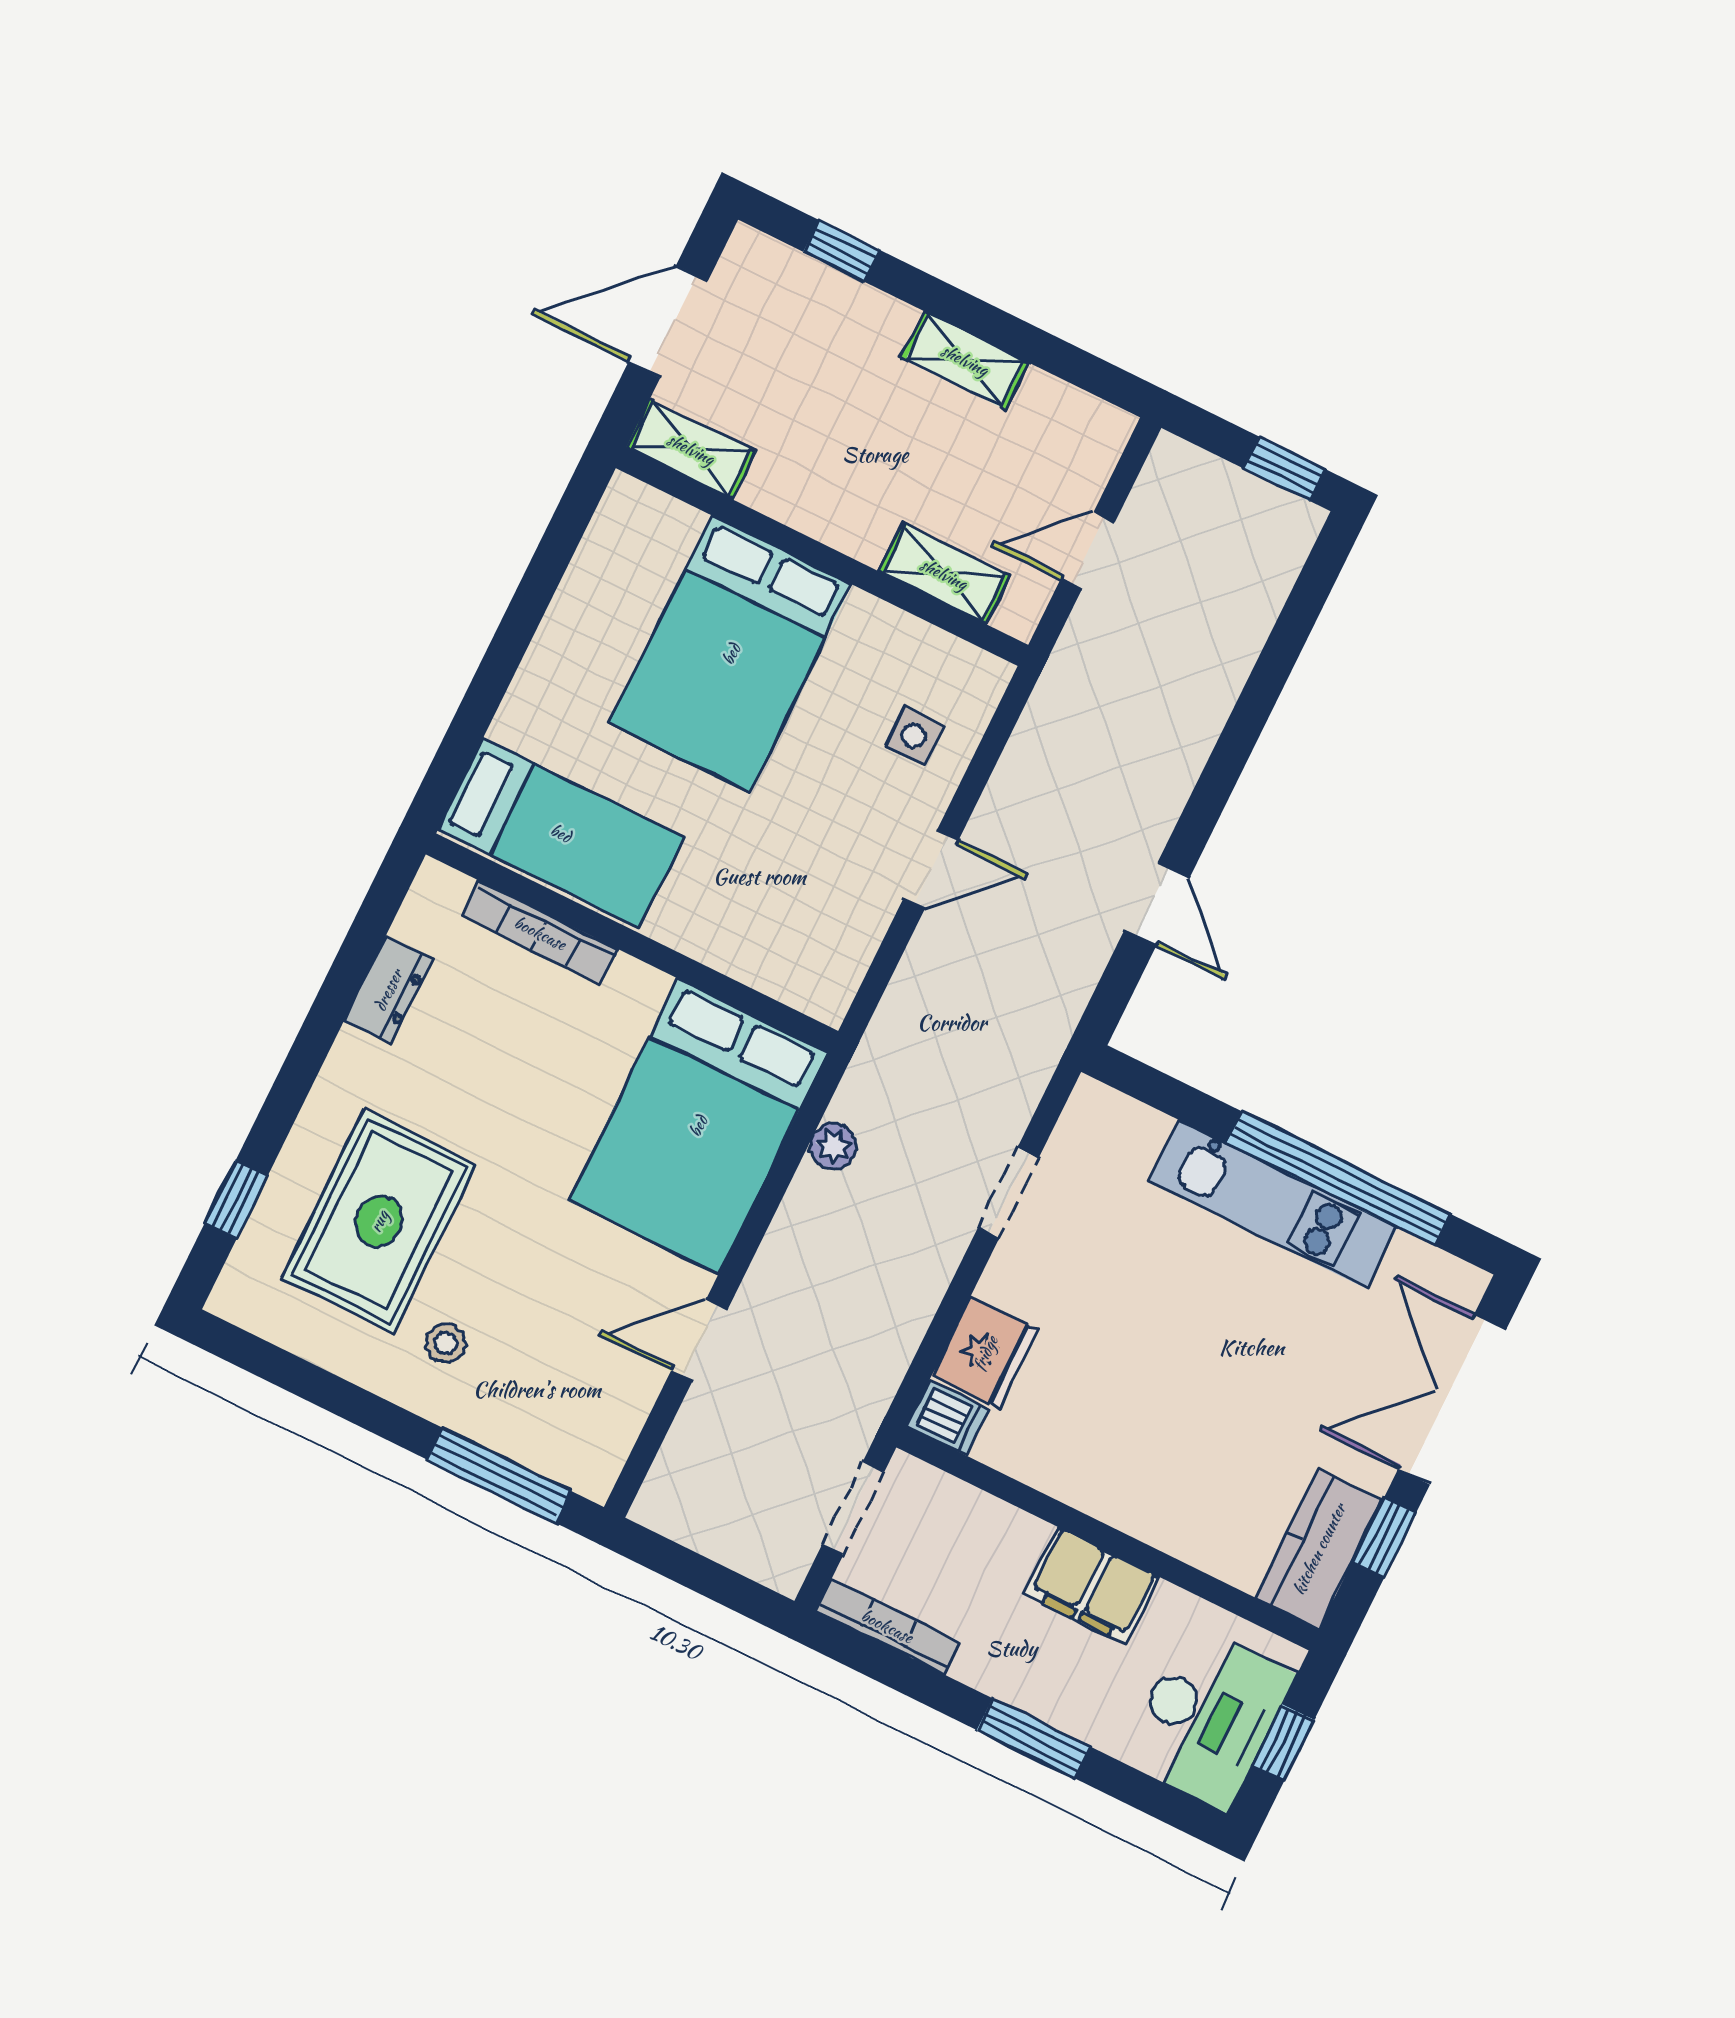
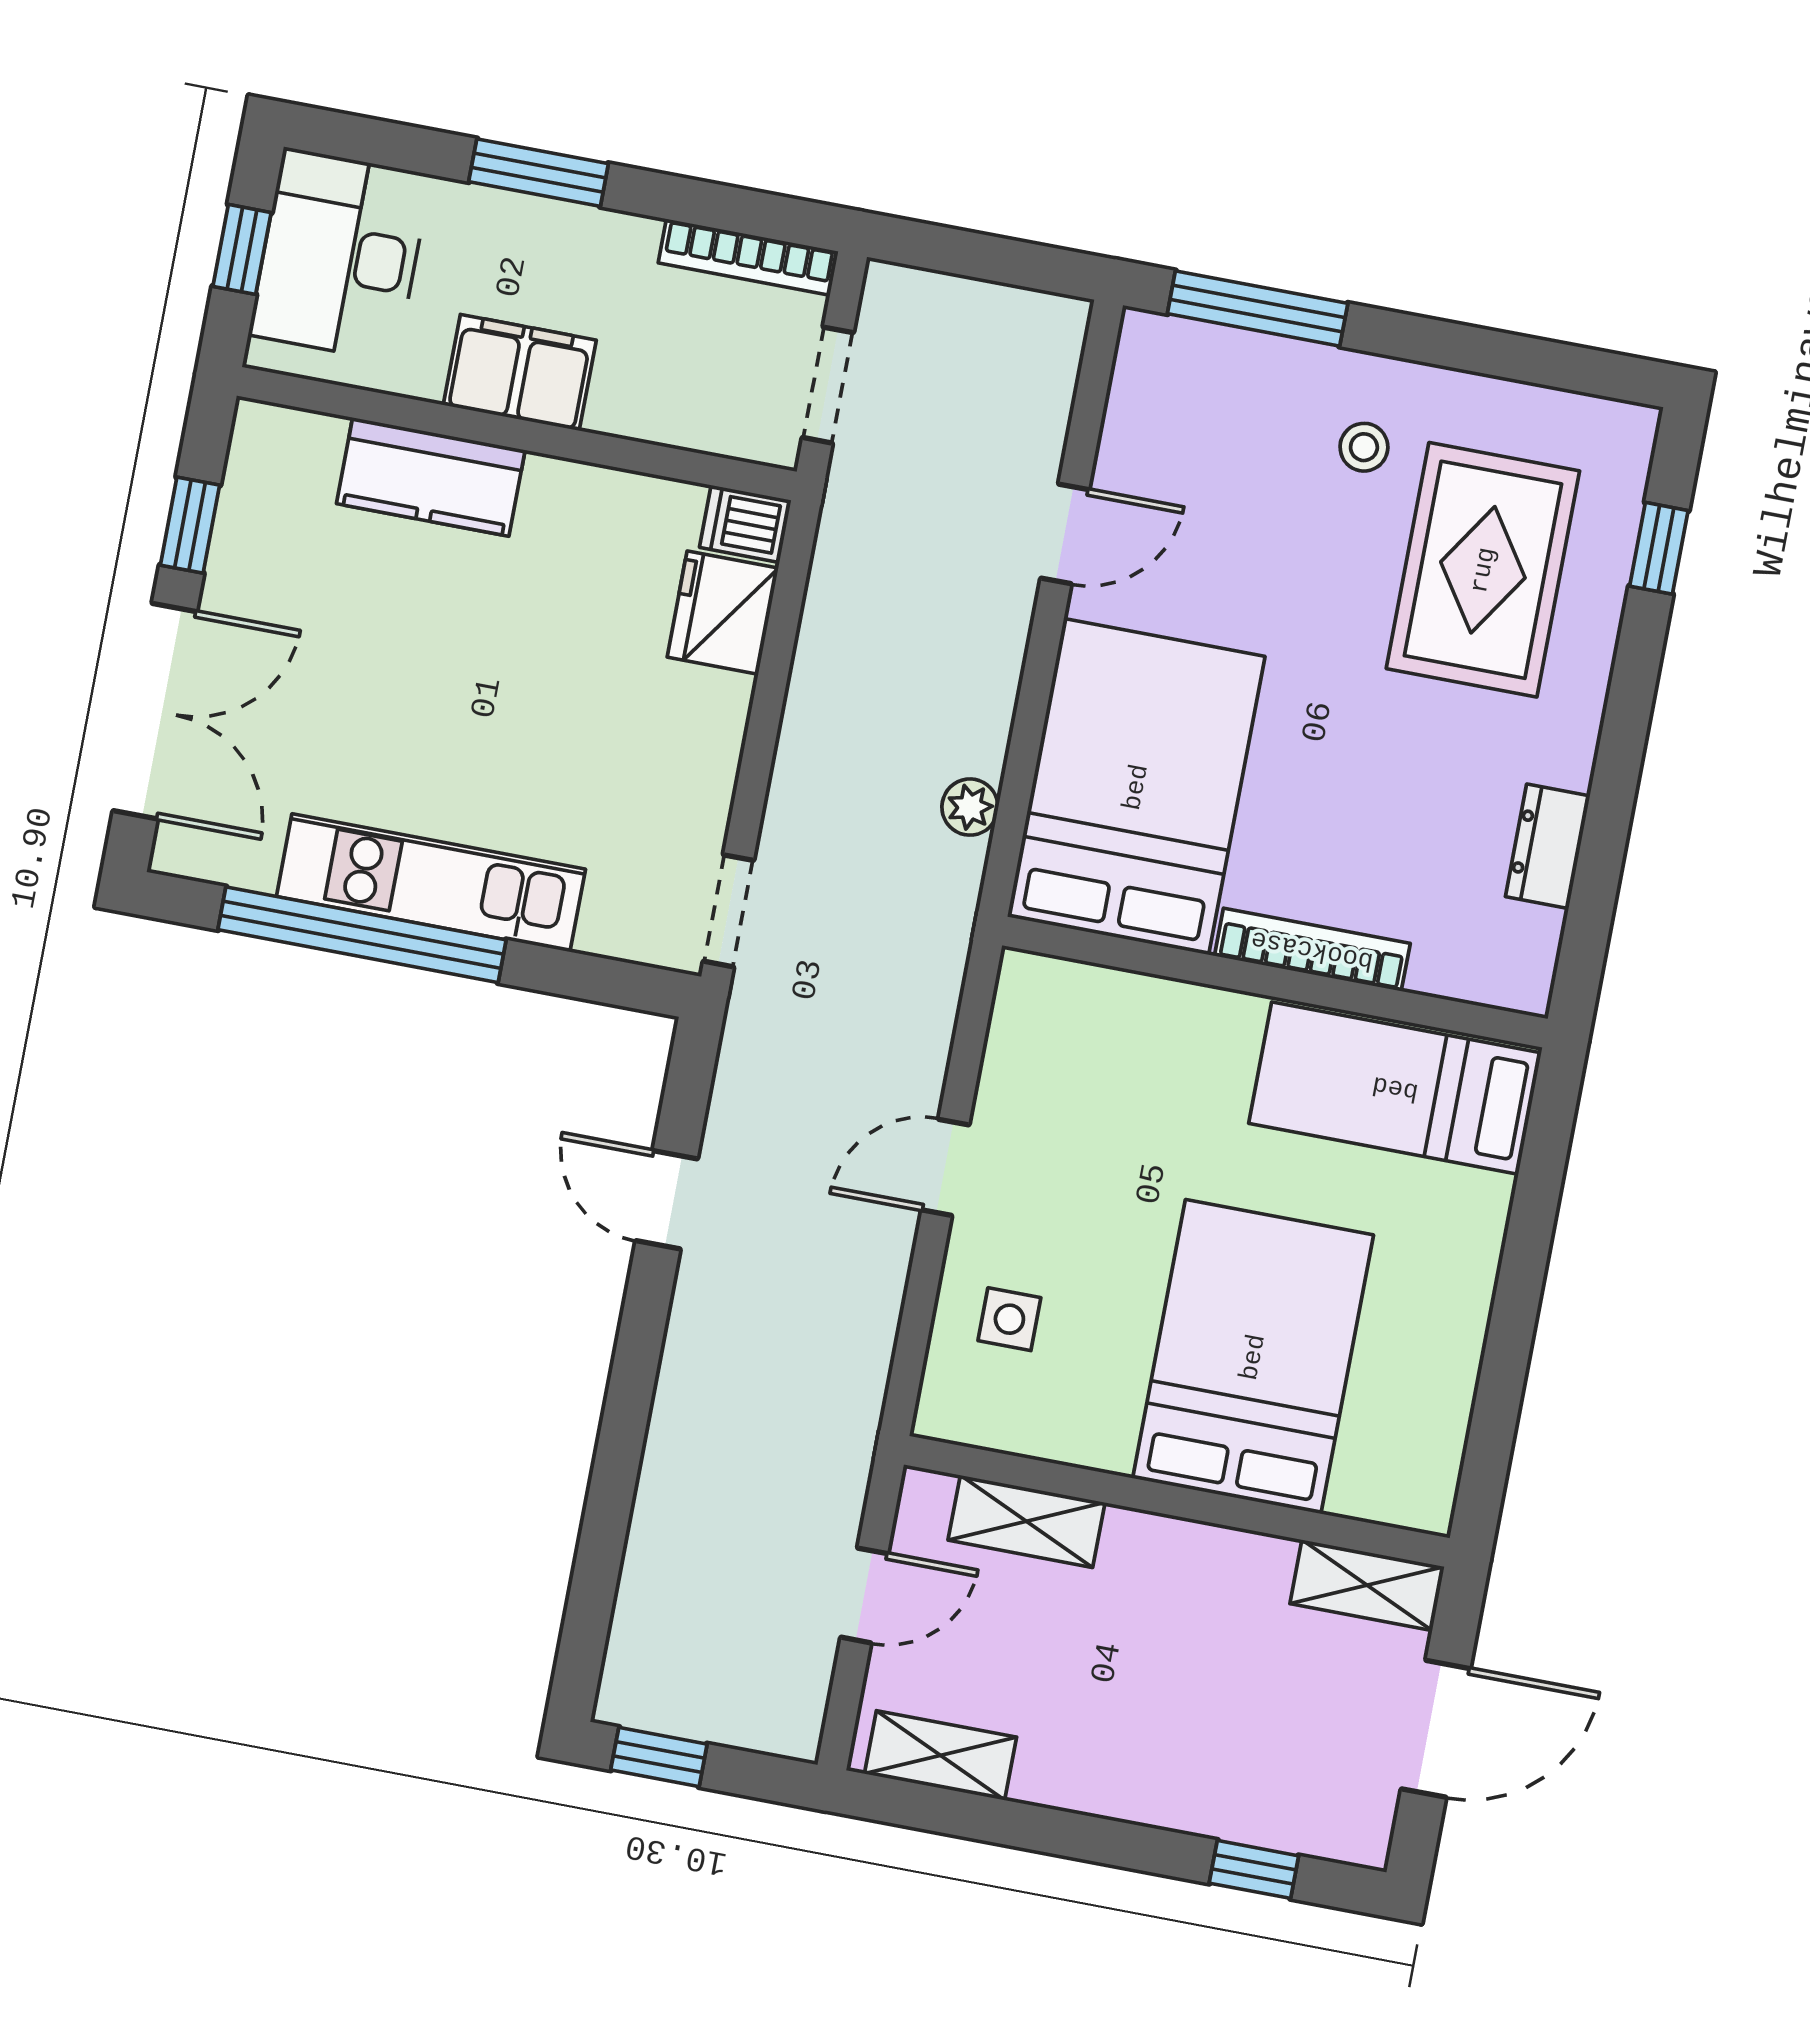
shelving: (965, 360) -> (941, 1755), moved
bookcase: (540, 933) -> (1312, 950), moved
doorway: (1008, 1193) -> (728, 911), moved
kitchen counter: (1319, 1549) -> (431, 477), moved, turned 90

